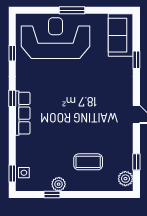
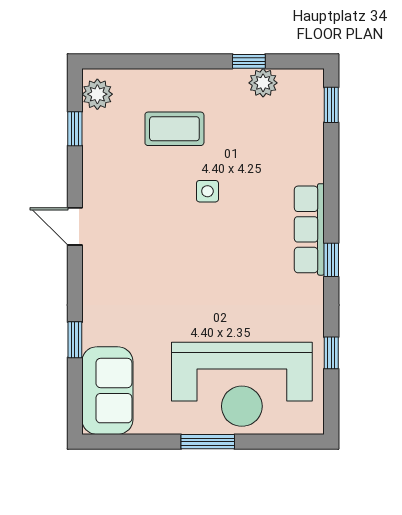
side table: (24, 173) -> (207, 191), moved
plant: (59, 184) -> (263, 83), moved

